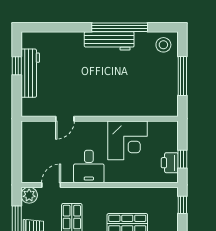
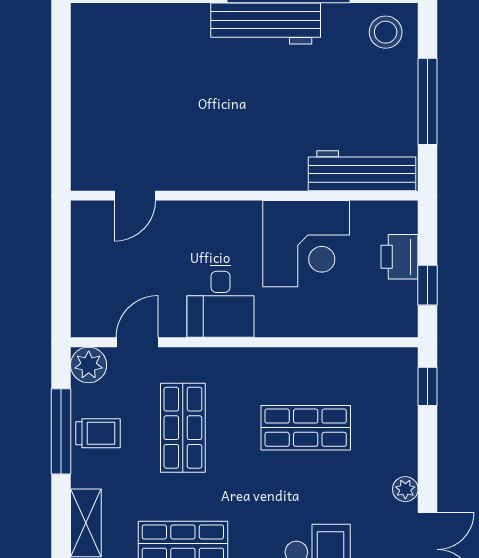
window: (17, 66) -> (61, 78), removed
workbench: (30, 73) -> (362, 171), moved, turned -90
door: (65, 119) -> (135, 196), moved
printer: (170, 163) -> (400, 257), moved

